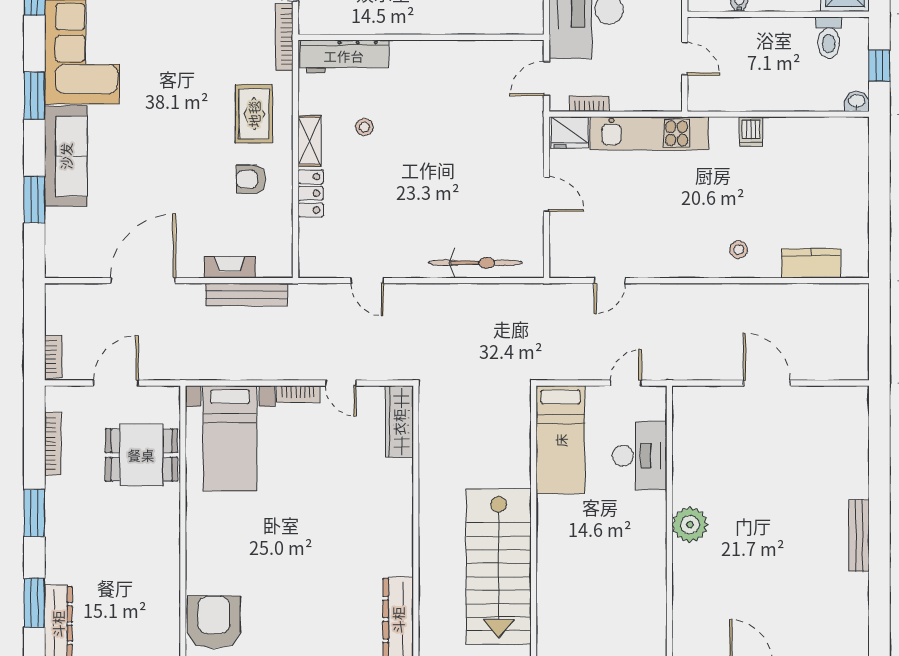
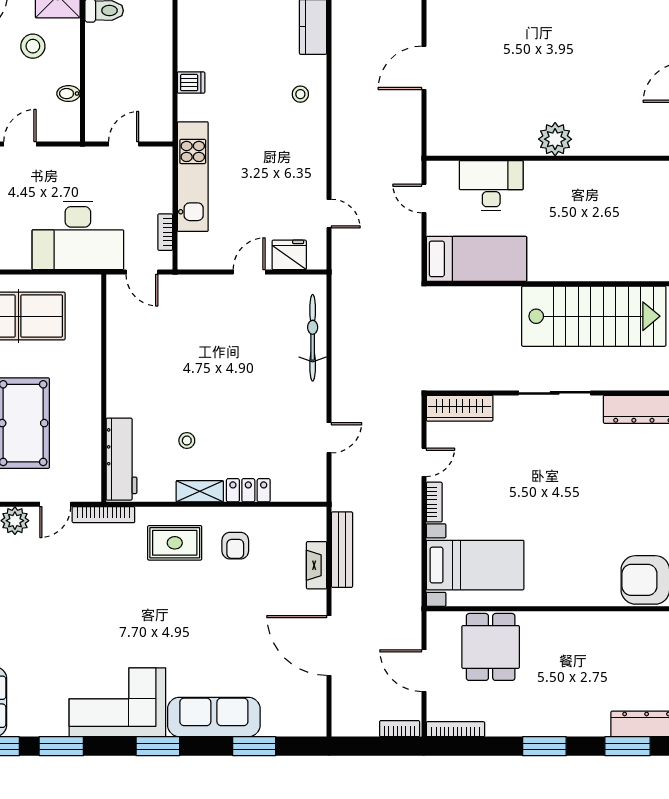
fridge: (570, 133) -> (289, 255), moved, turned -90
bookcase: (53, 444) -> (455, 729), moved
sliding door: (416, 524) -> (555, 393), added

